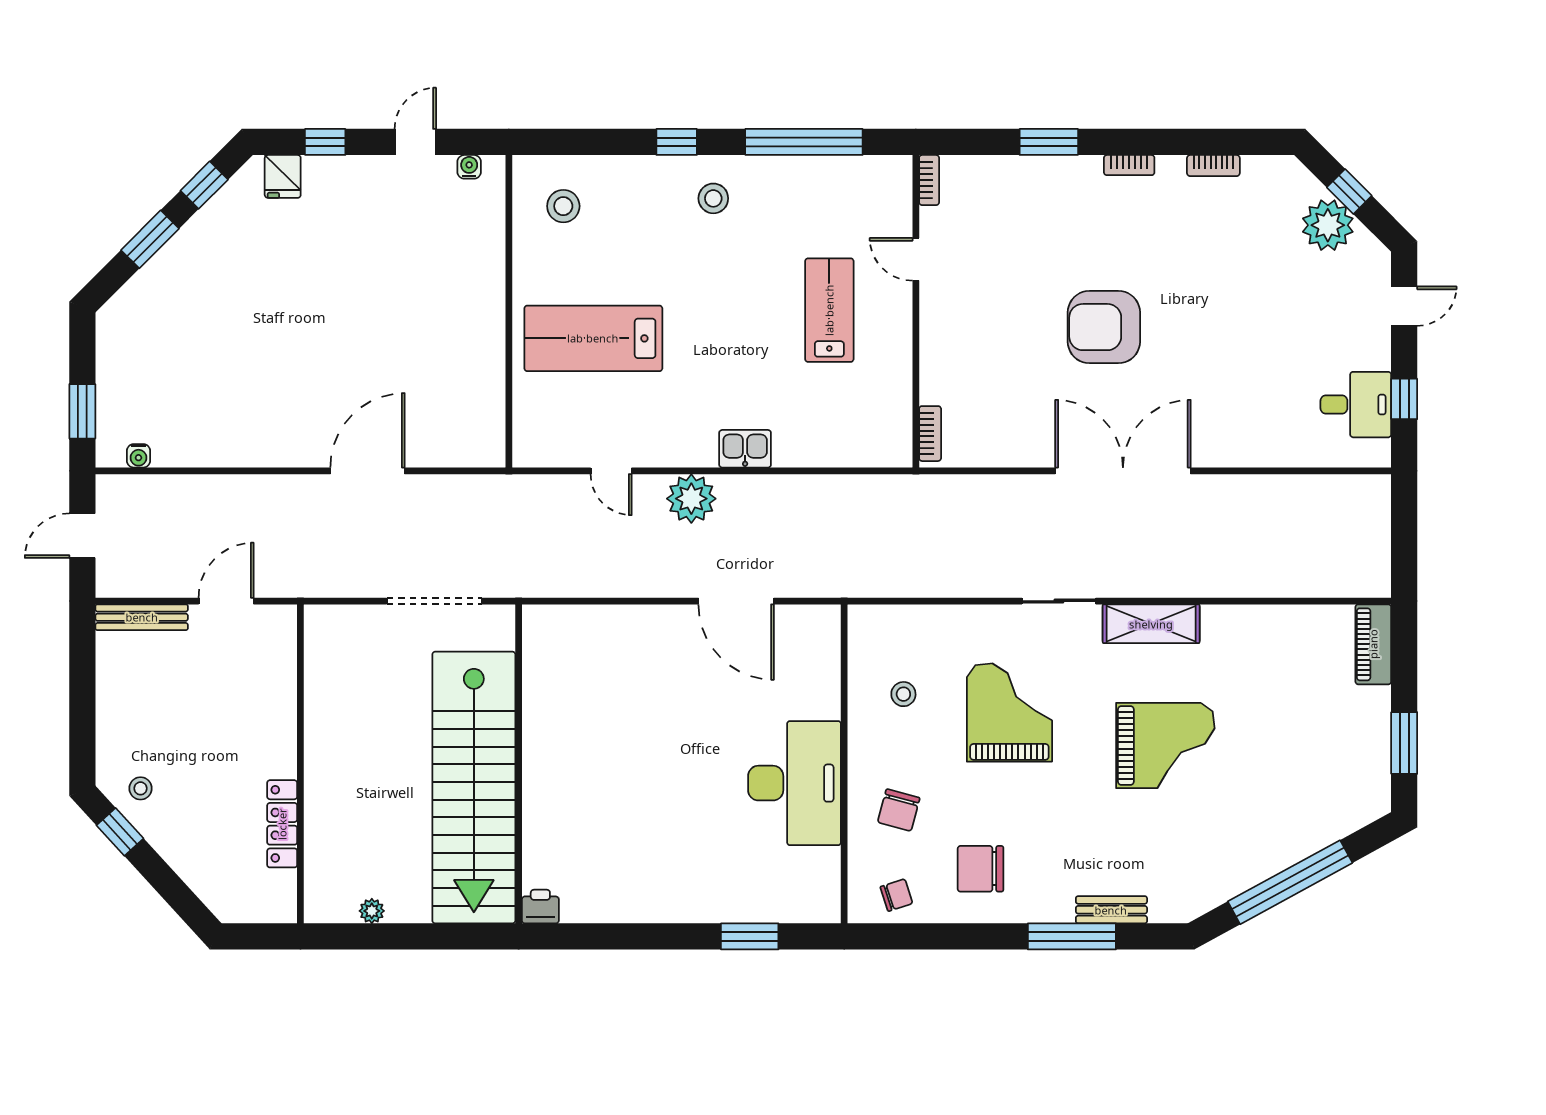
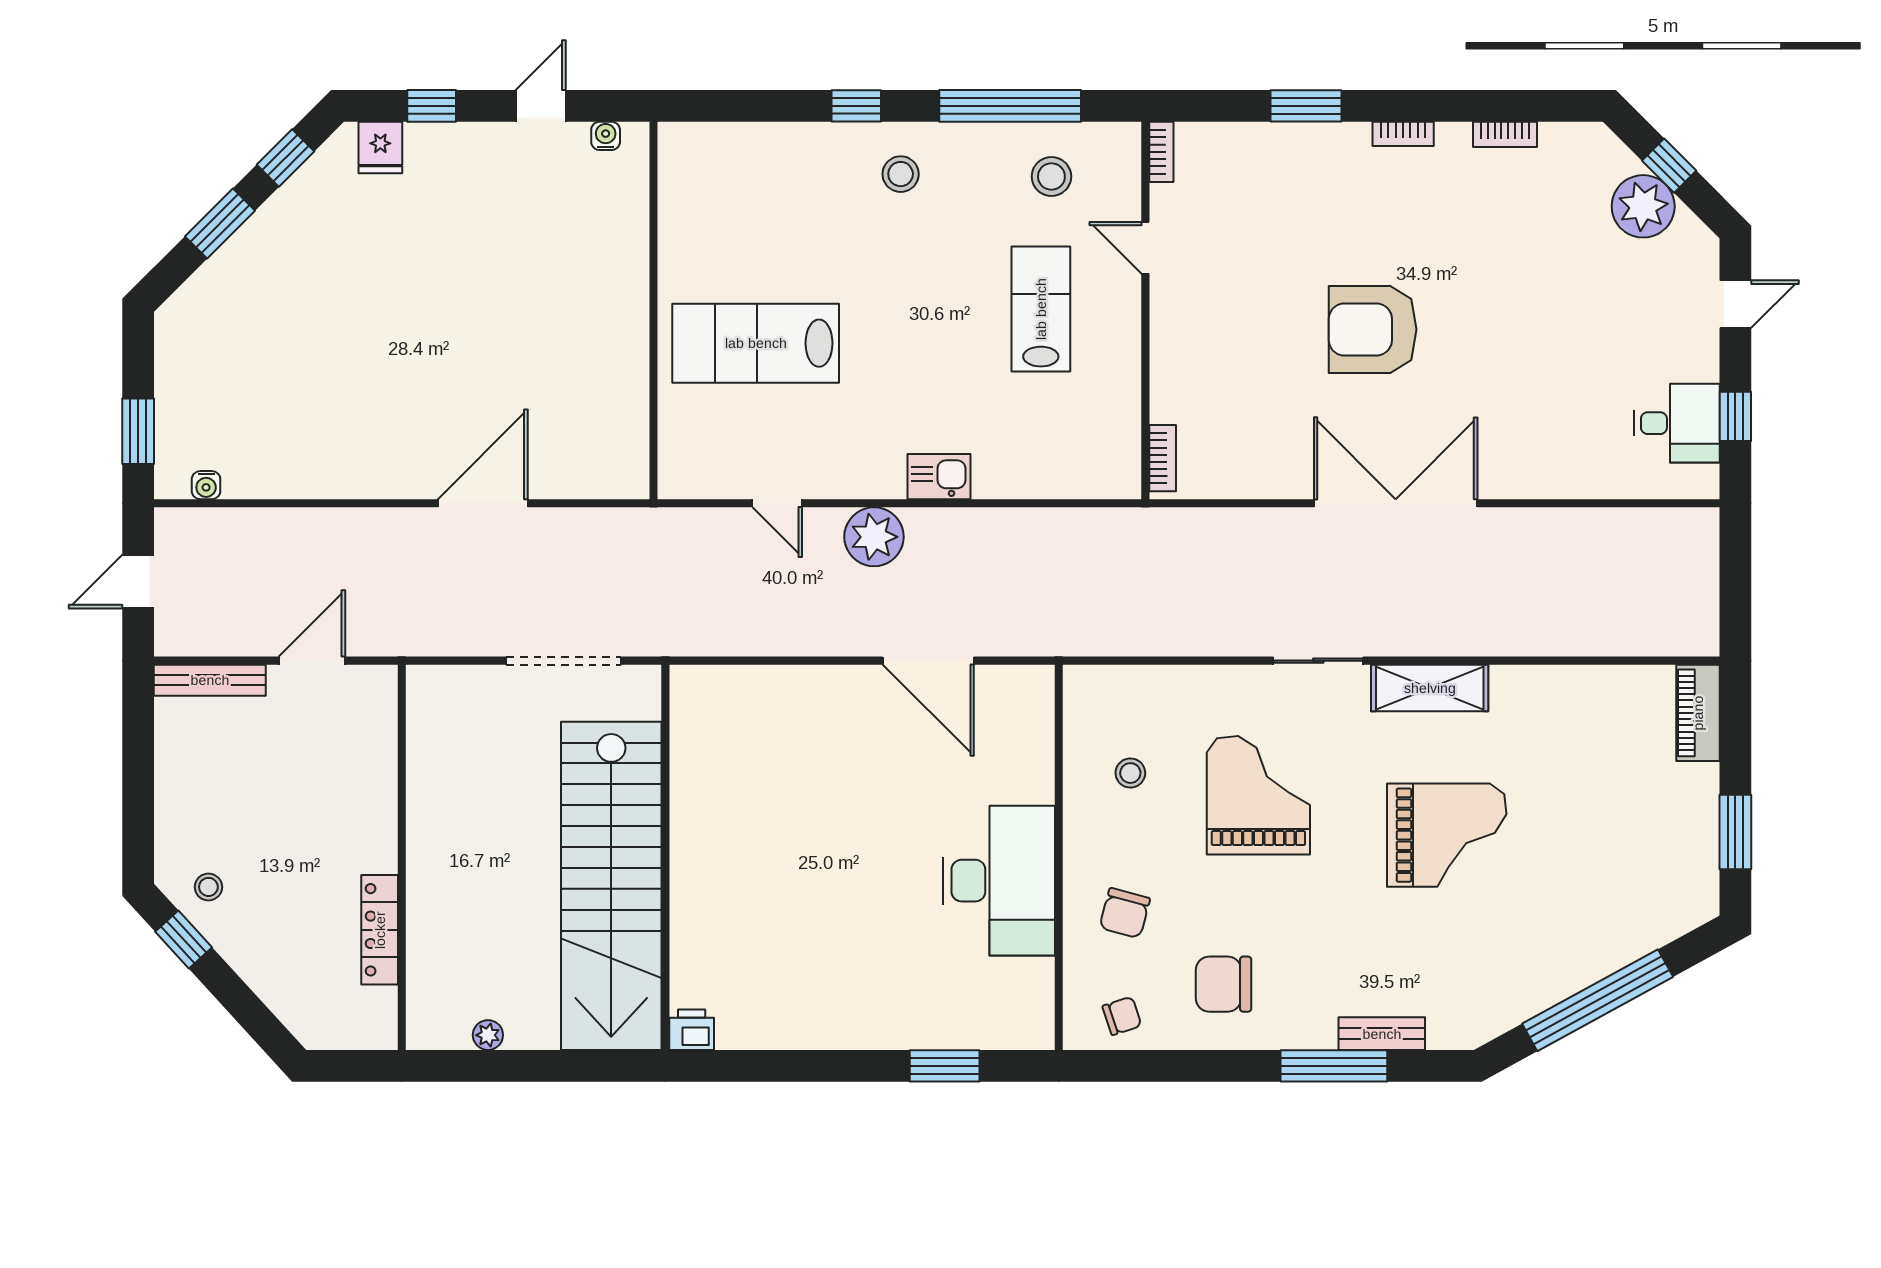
stool: (563, 206) -> (1051, 177), moved

